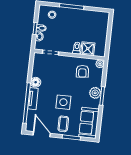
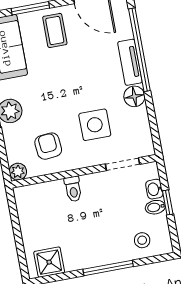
shower: (88, 49) -> (49, 262), moved
side table: (63, 102) -> (95, 125), moved

